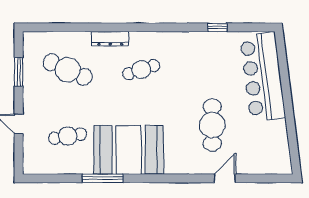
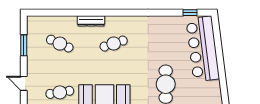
window: (217, 27) -> (190, 13), moved
cafe table: (68, 70) -> (60, 44), width x0.73, depth x0.74

